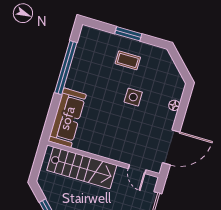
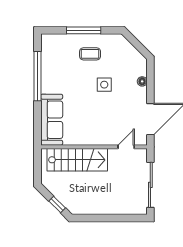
window: (128, 34) -> (84, 30), width x1.44
door: (137, 169) -> (126, 147), swing flipped

